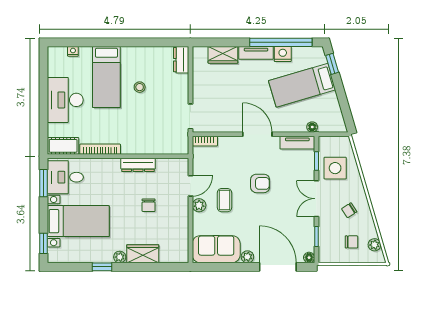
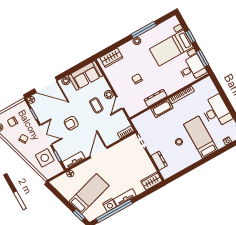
wardrobe: (223, 55) -> (151, 181), moved
dresser: (181, 60) -> (159, 161), moved
door: (257, 134) -> (99, 152), swing flipped
cot: (63, 146) -> (162, 108), moved
armchair: (260, 183) -> (71, 123), moved
window: (44, 243) -> (190, 37), moved
wardrobe: (143, 254) -> (111, 58), moved
window: (102, 267) -> (144, 30), width x2.17

